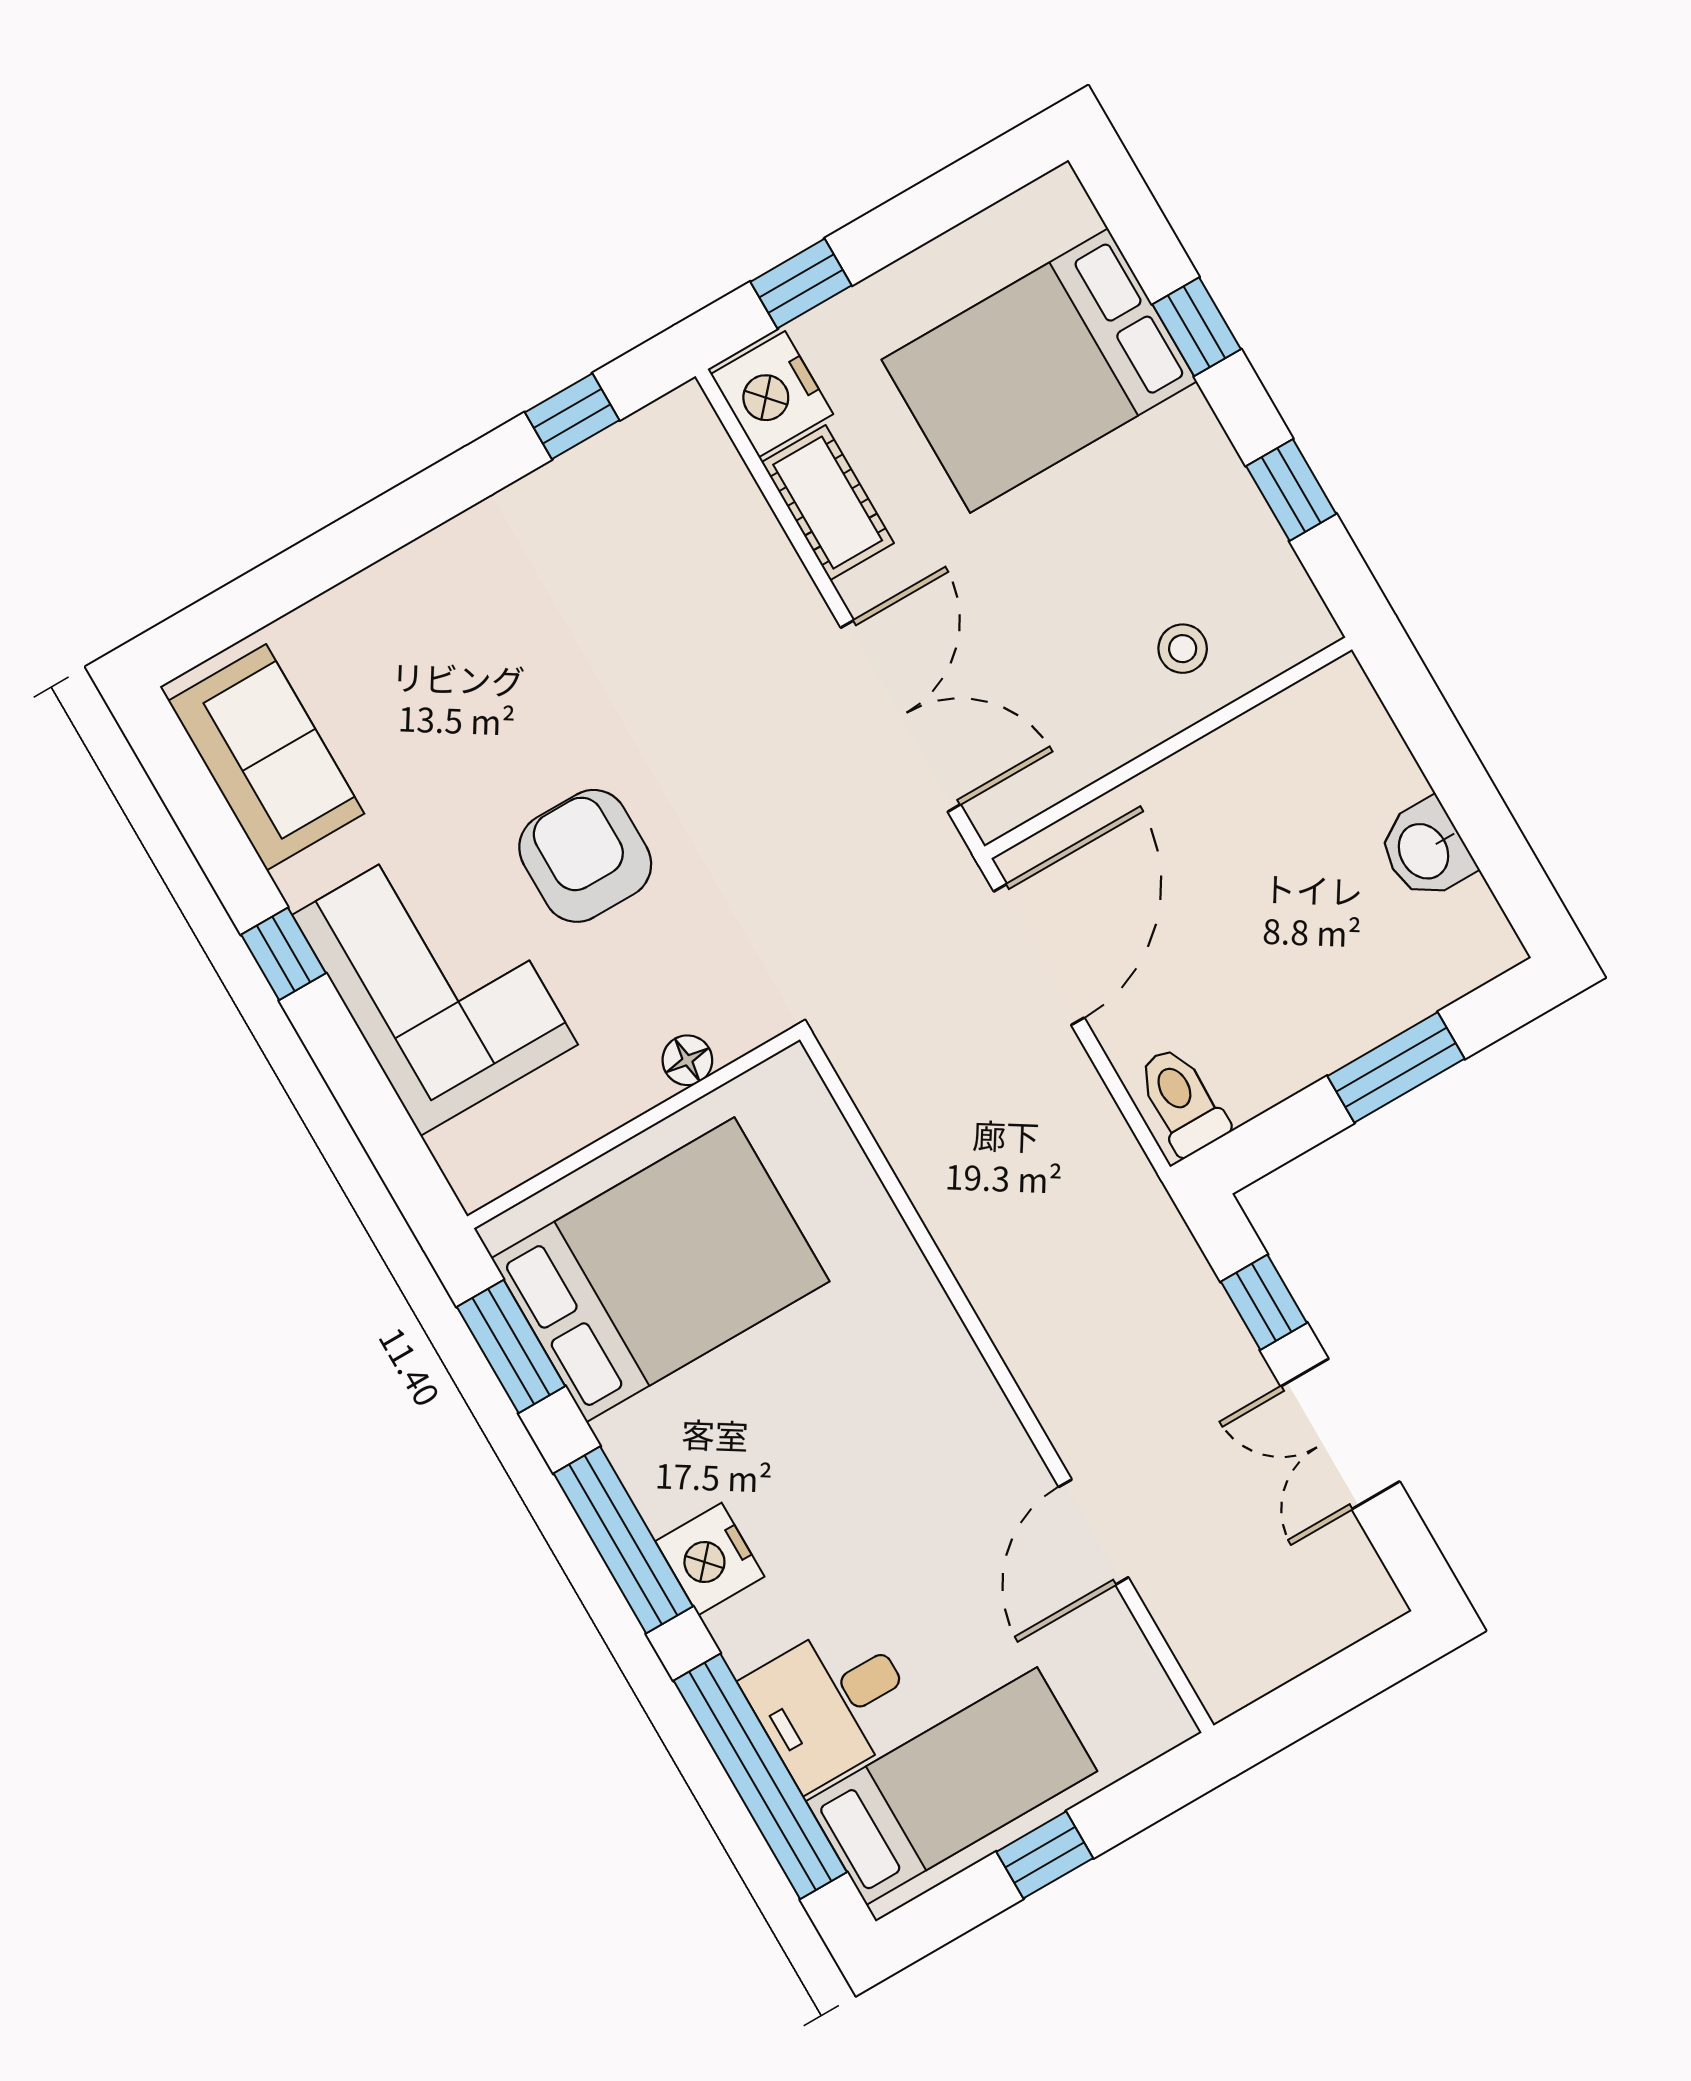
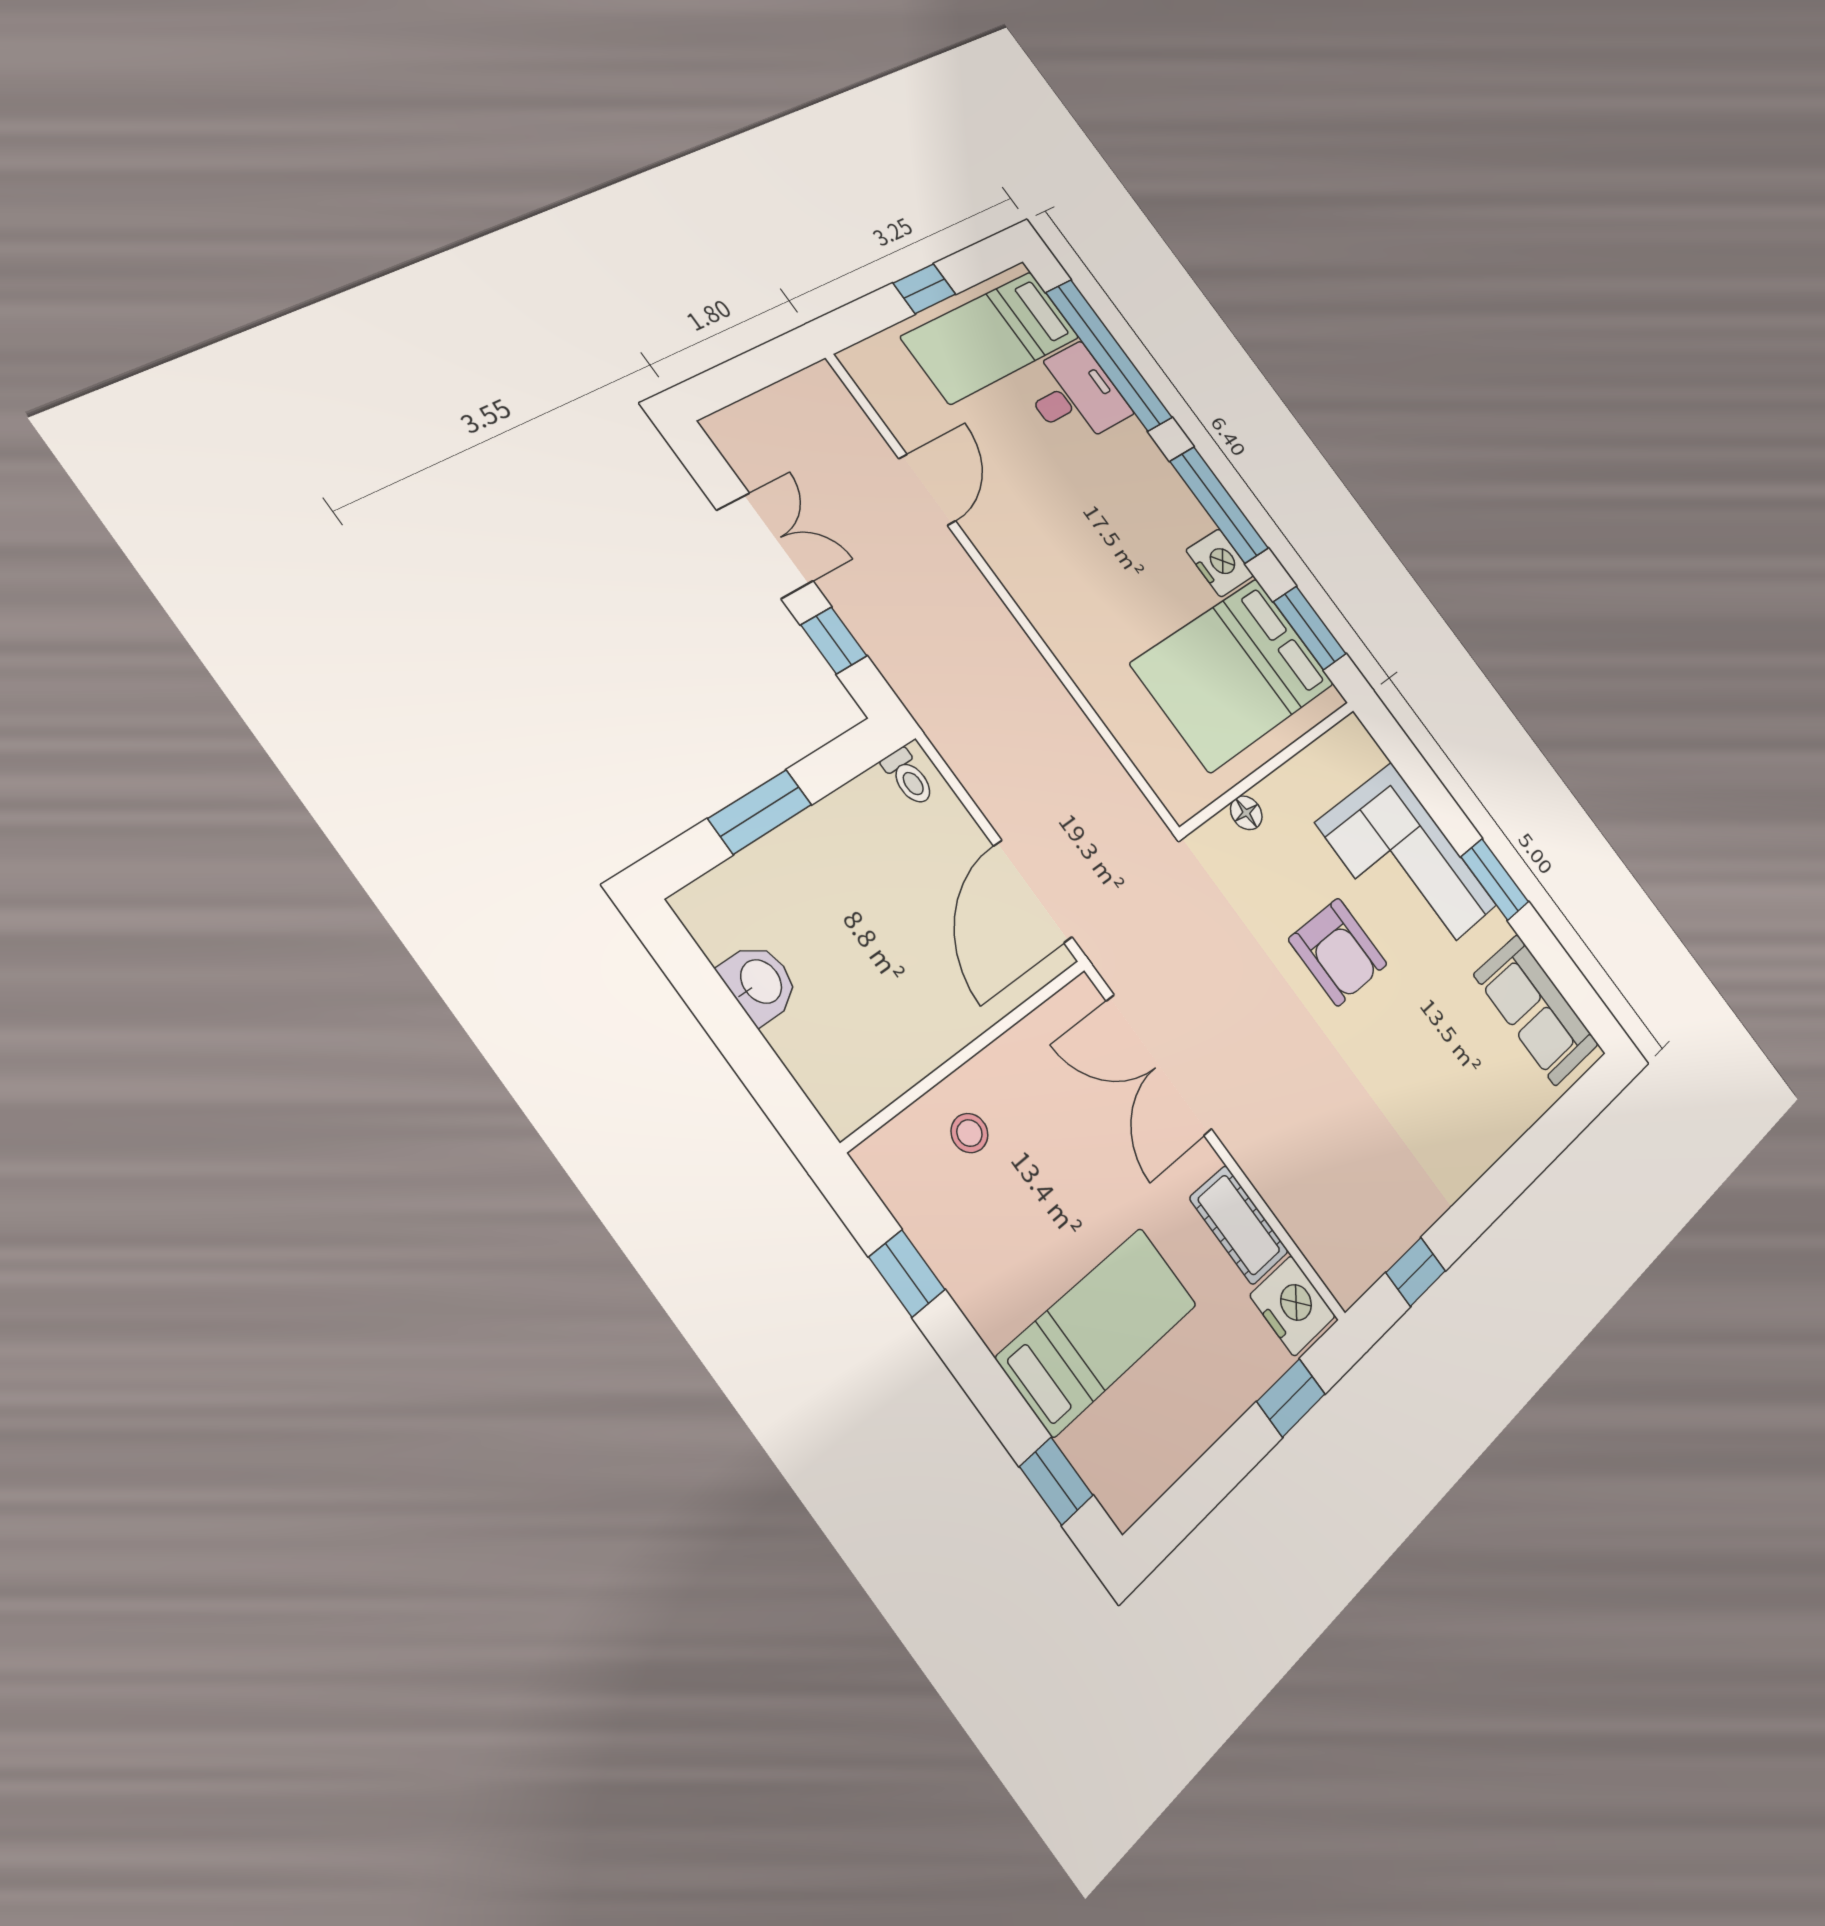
window: (1197, 327) -> (1056, 1481), moved
bed: (1039, 371) -> (1098, 1330), width x0.67
window: (283, 954) -> (1495, 879), width x1.50
toilet: (1182, 1101) -> (908, 777), width x0.73, depth x0.72
nightstand: (710, 1559) -> (1220, 563), moved

